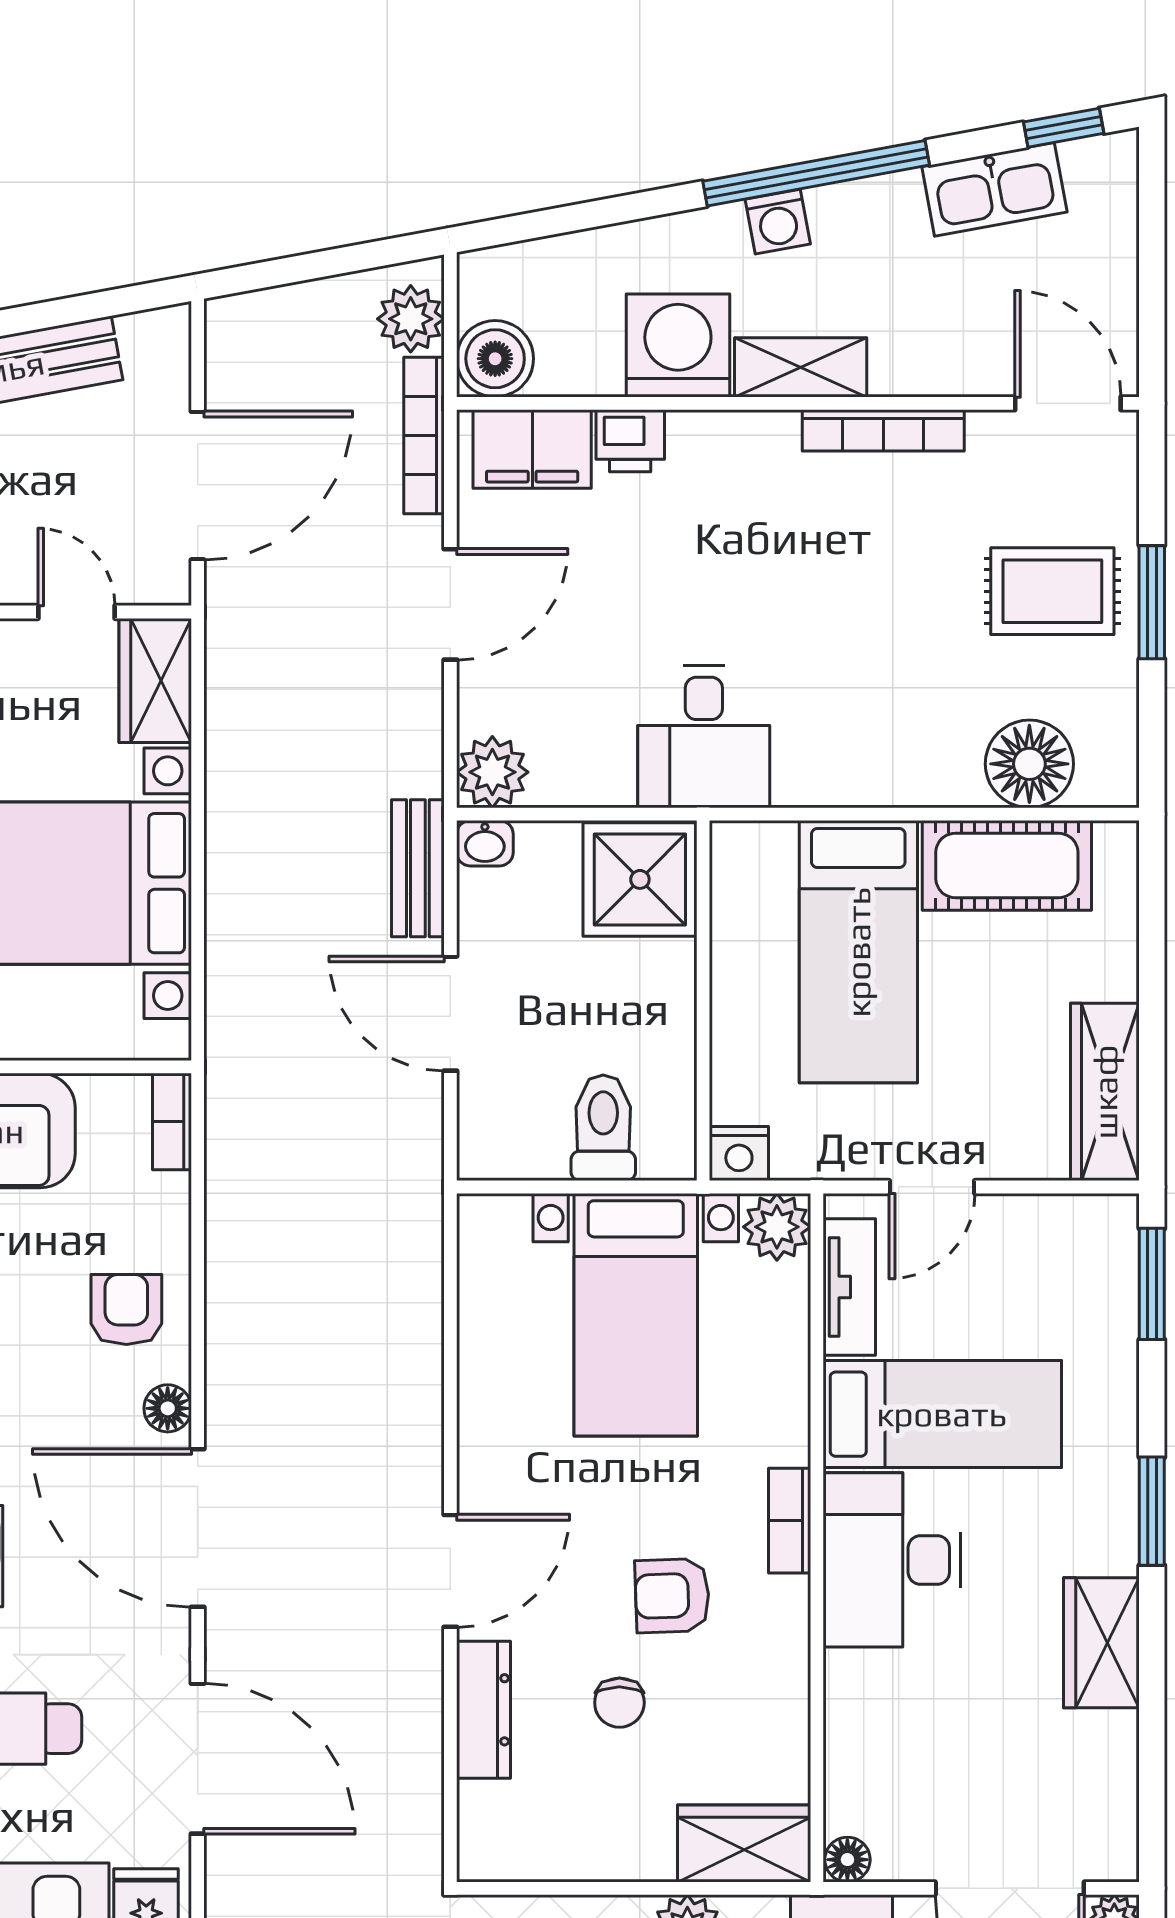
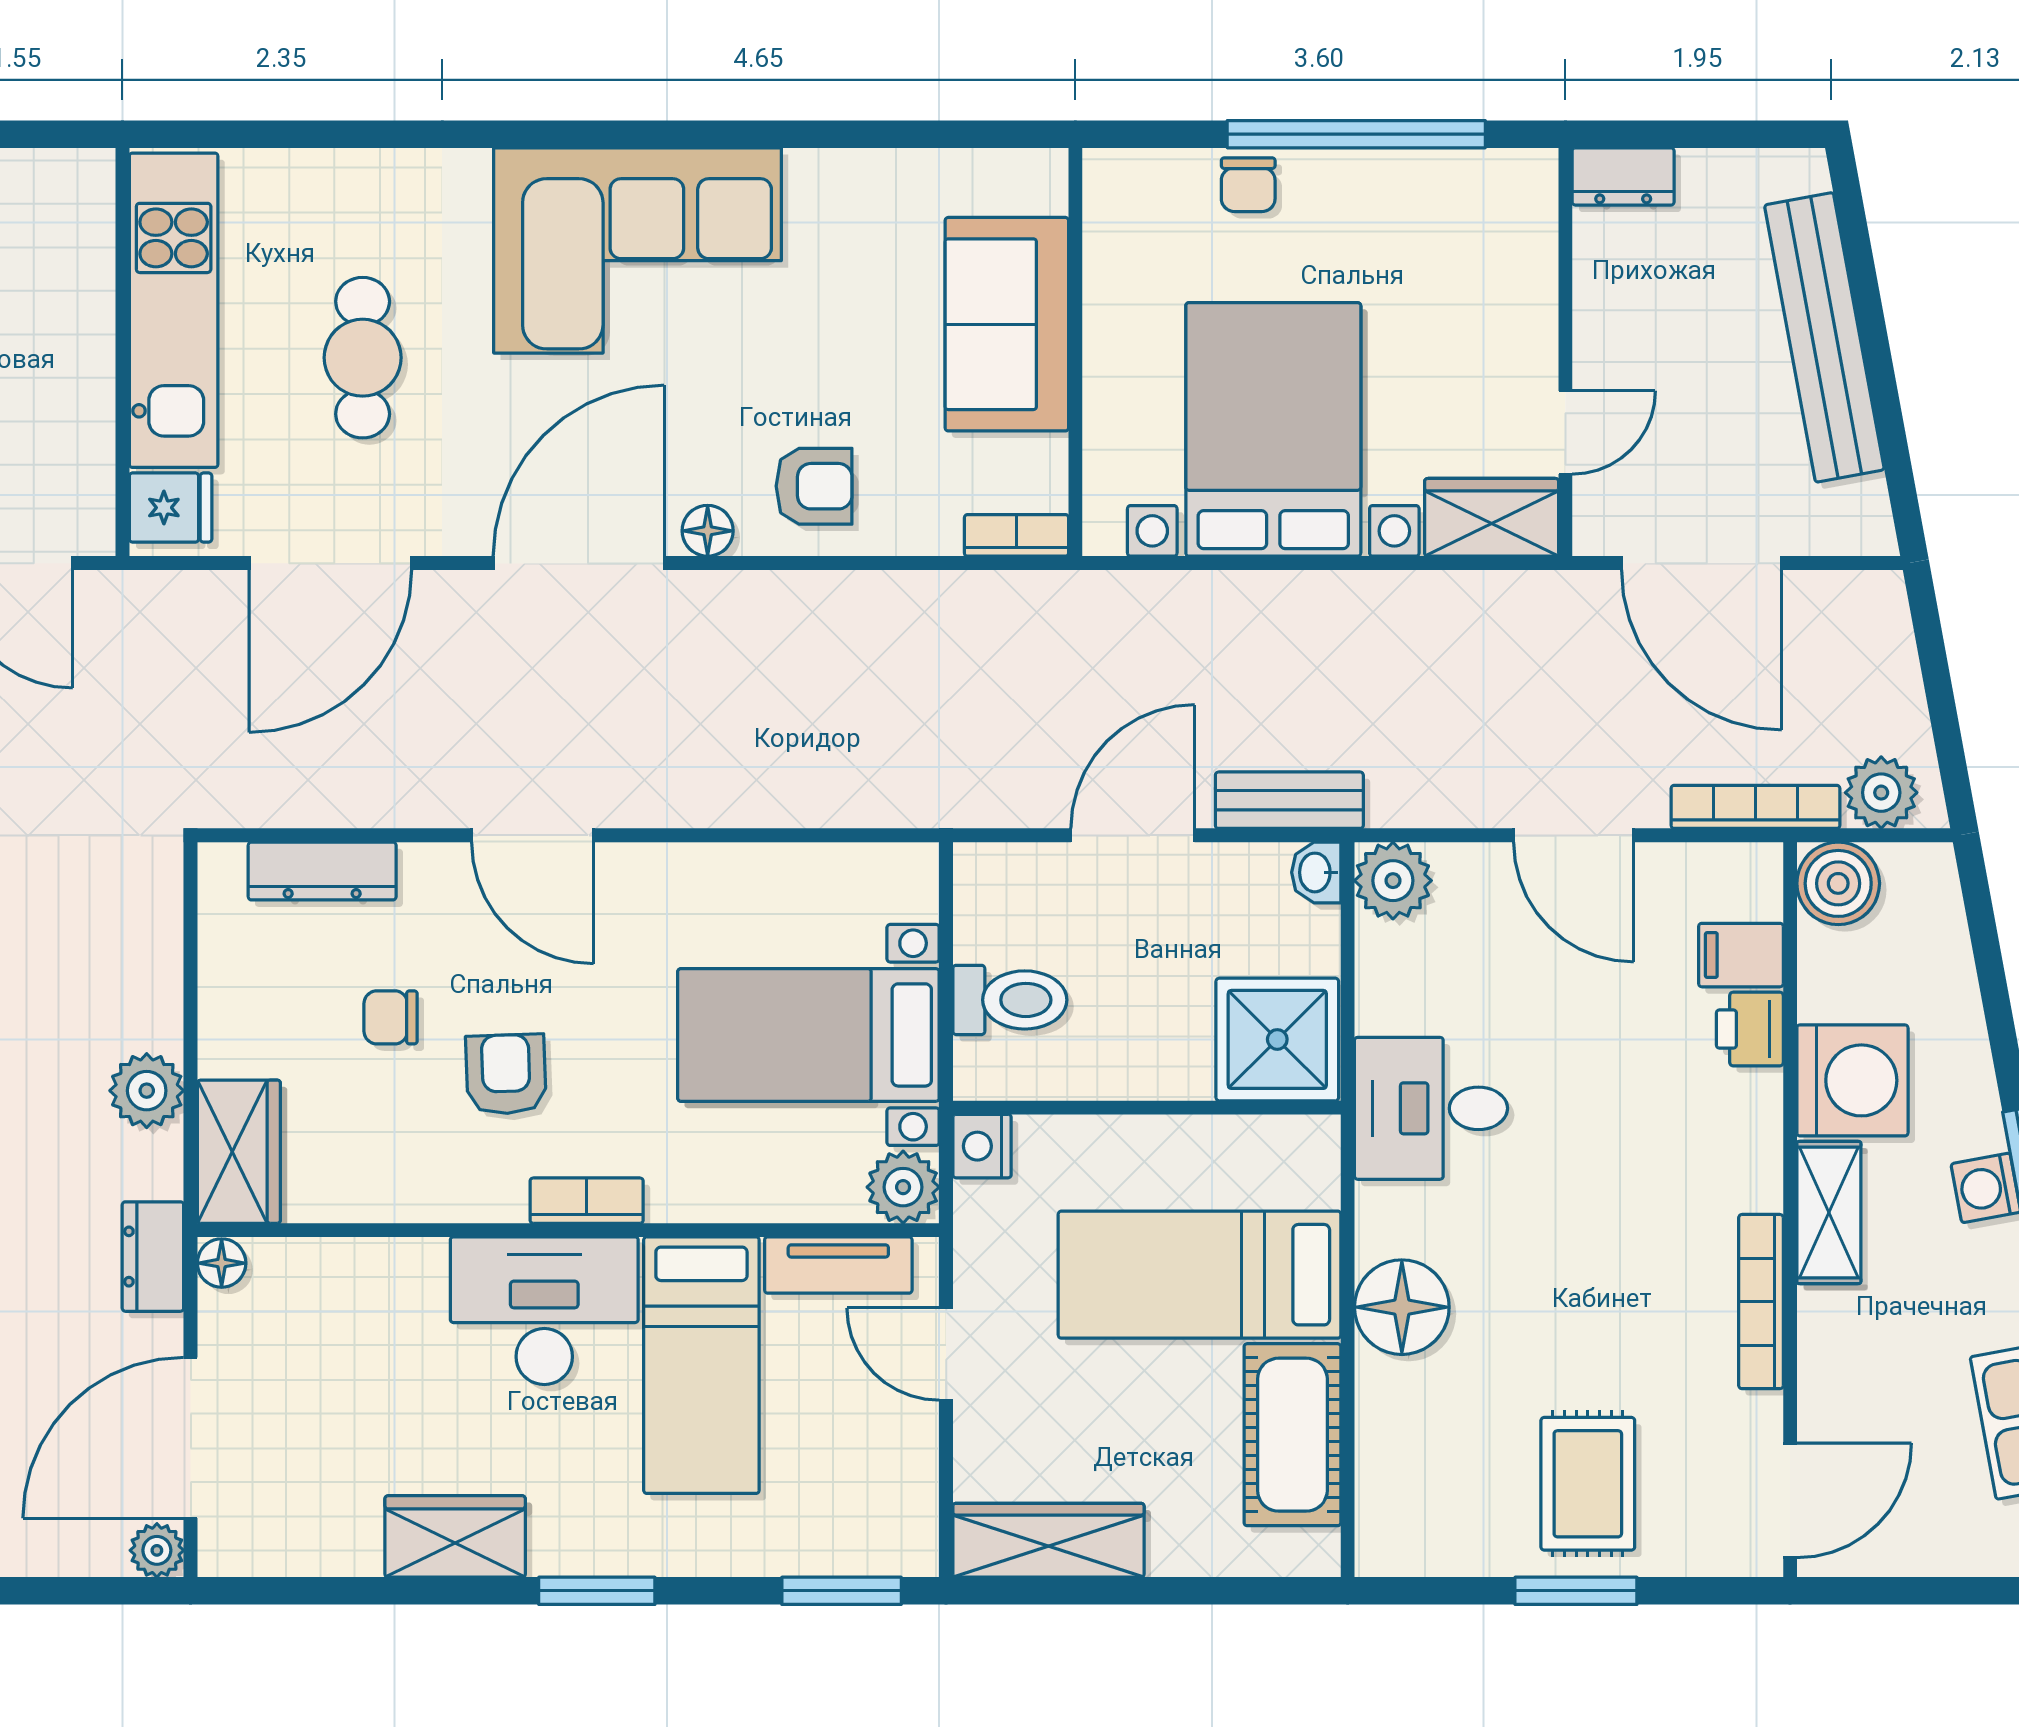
filing cabinet: (532, 449) -> (1741, 955), width x0.50
floor lamp: (1029, 764) -> (1402, 1307), moved
dresser: (484, 1710) -> (322, 871), moved

